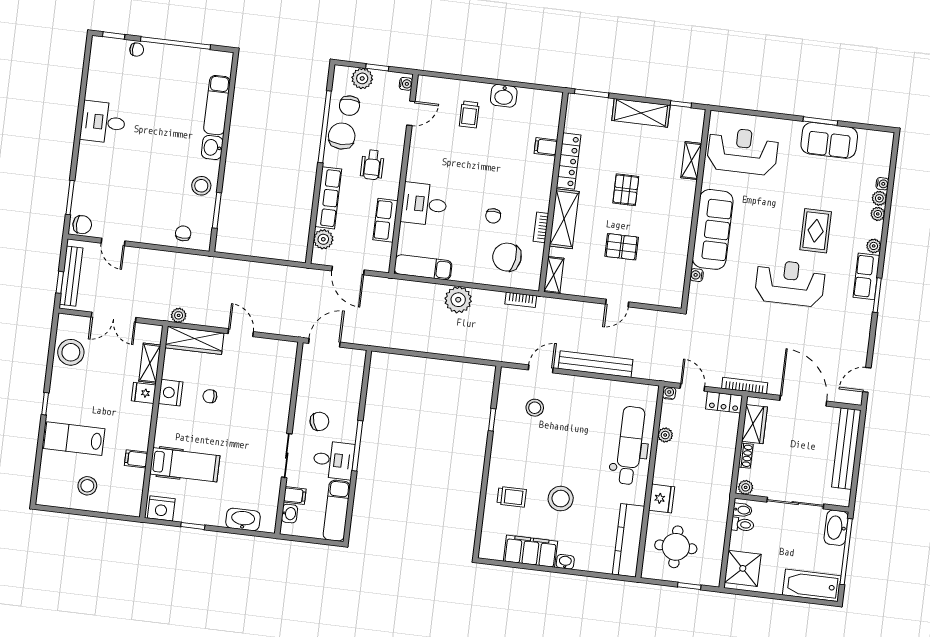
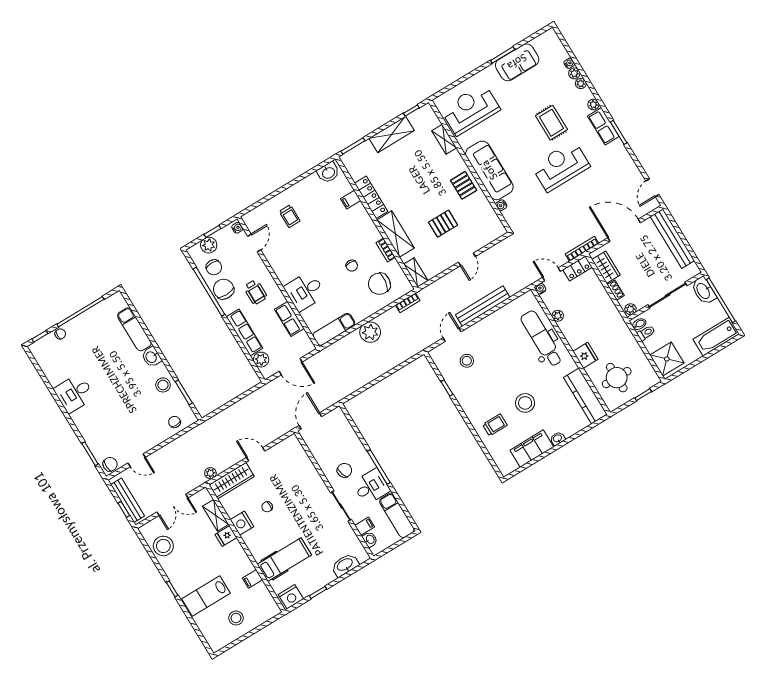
washbasin: (504, 96) -> (328, 173), moved
pallet: (626, 190) -> (464, 185), moved

